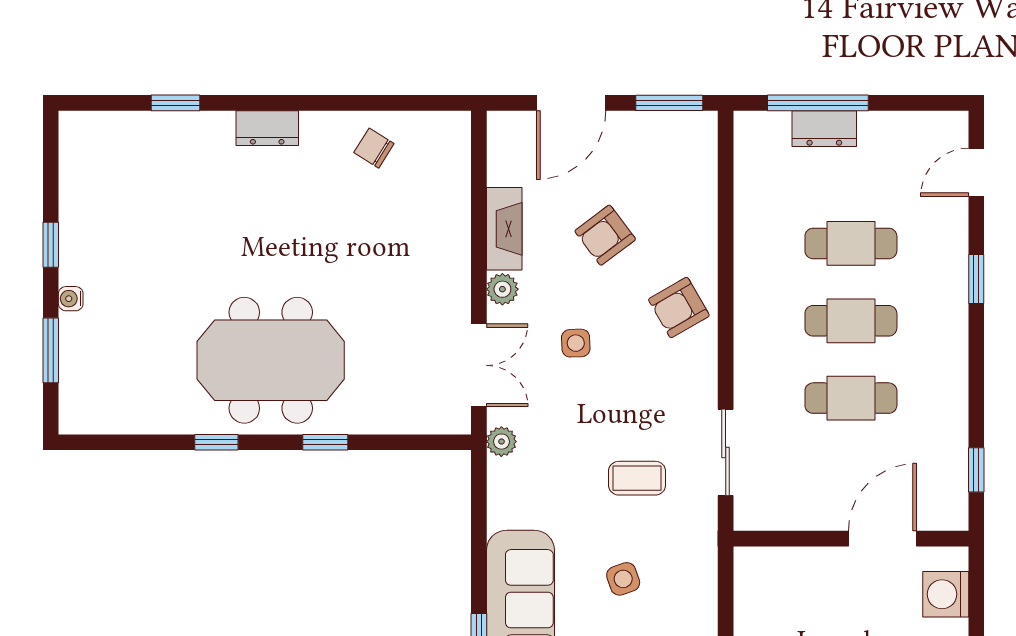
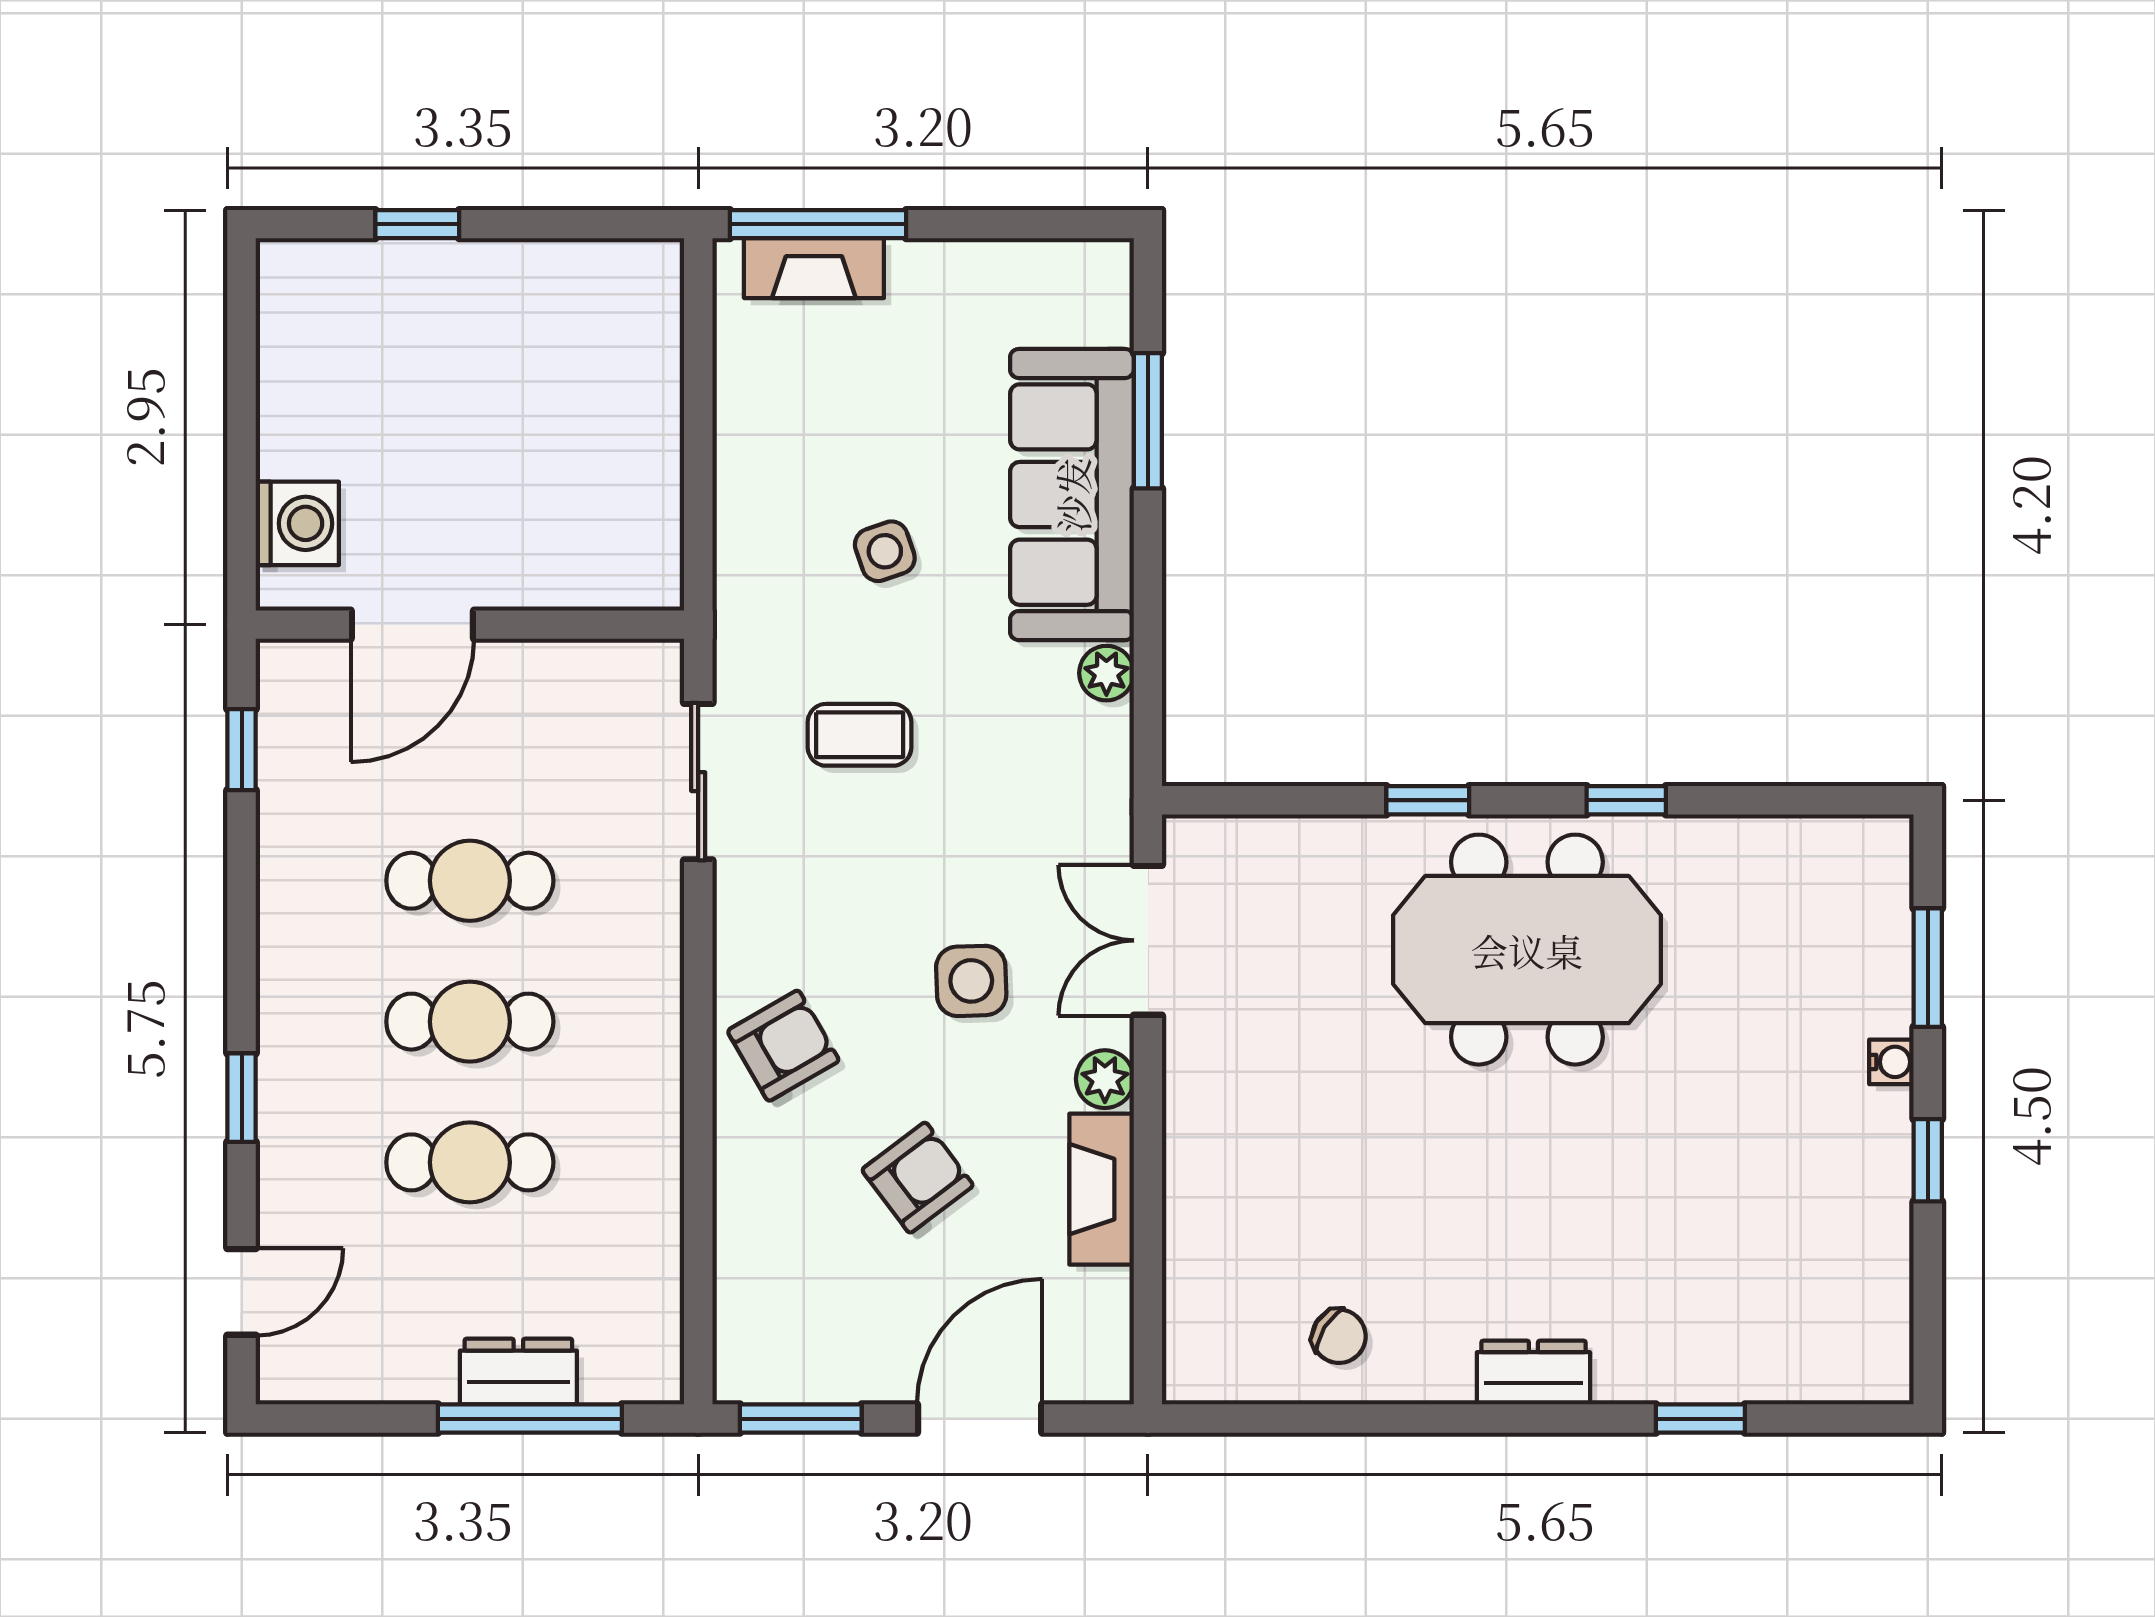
side table: (576, 343) -> (971, 981), width x1.37, depth x1.37
plant: (501, 442) -> (1106, 673), moved

